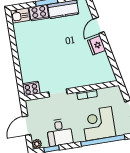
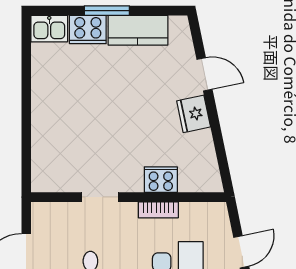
door: (99, 25) -> (204, 74), swing flipped
cooker: (31, 88) -> (161, 180), moved

